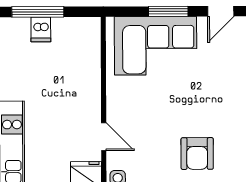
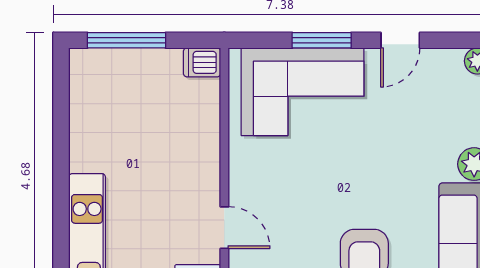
dishwasher: (41, 29) -> (202, 62), moved, turned 90

